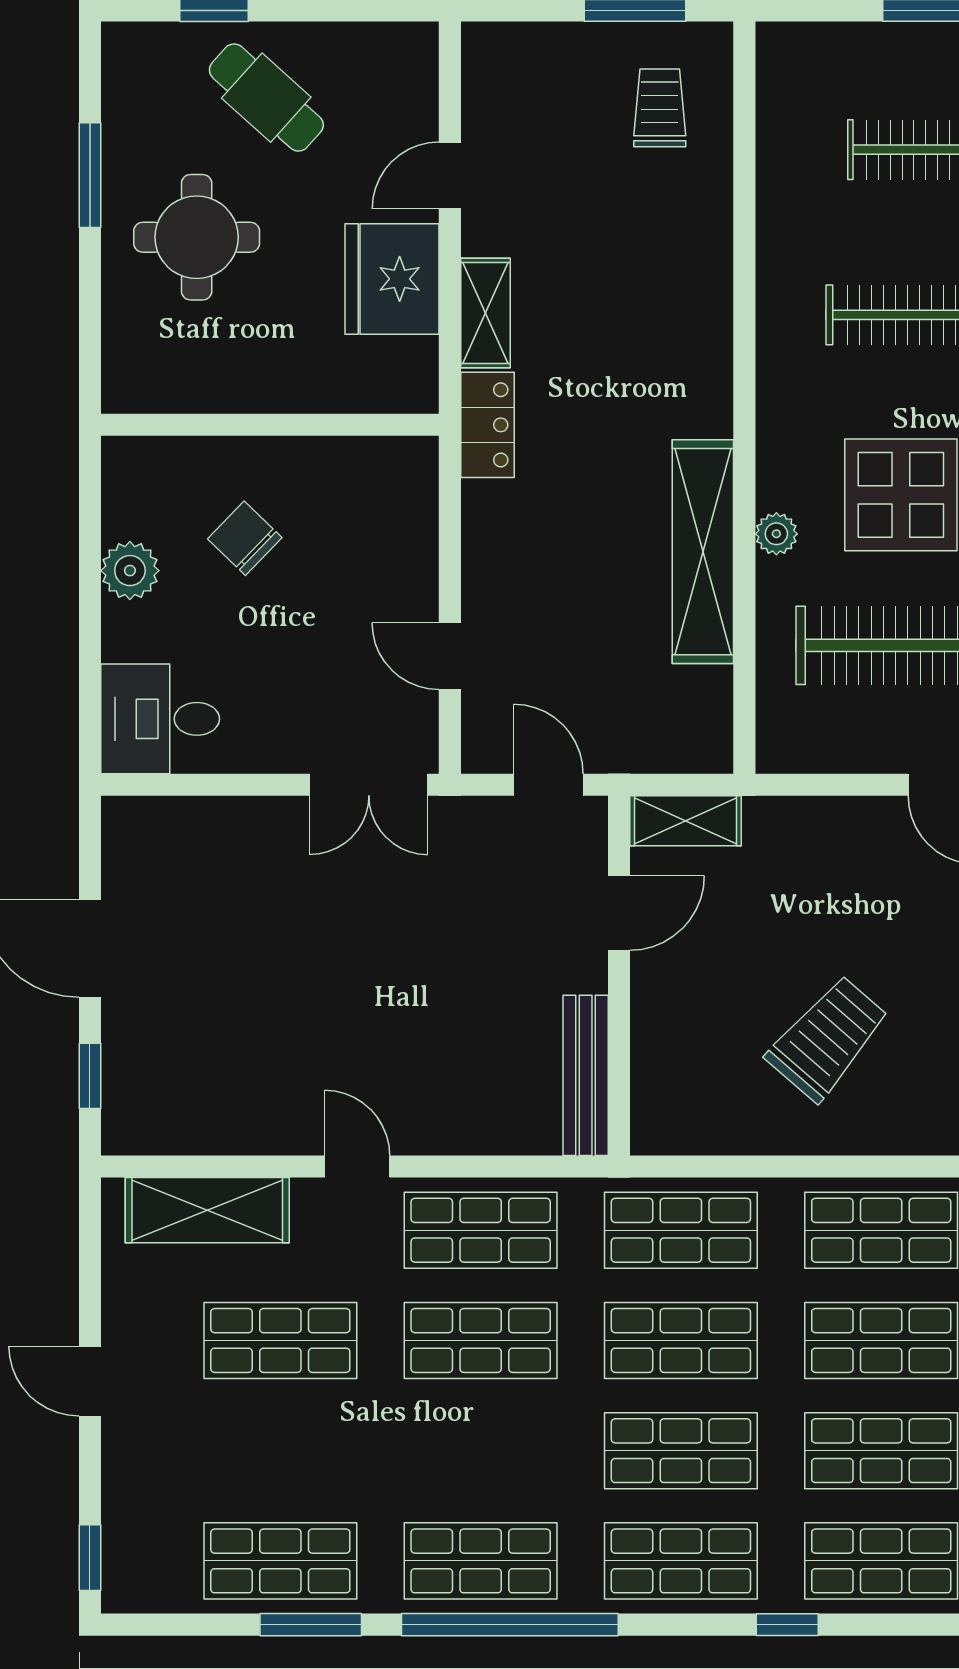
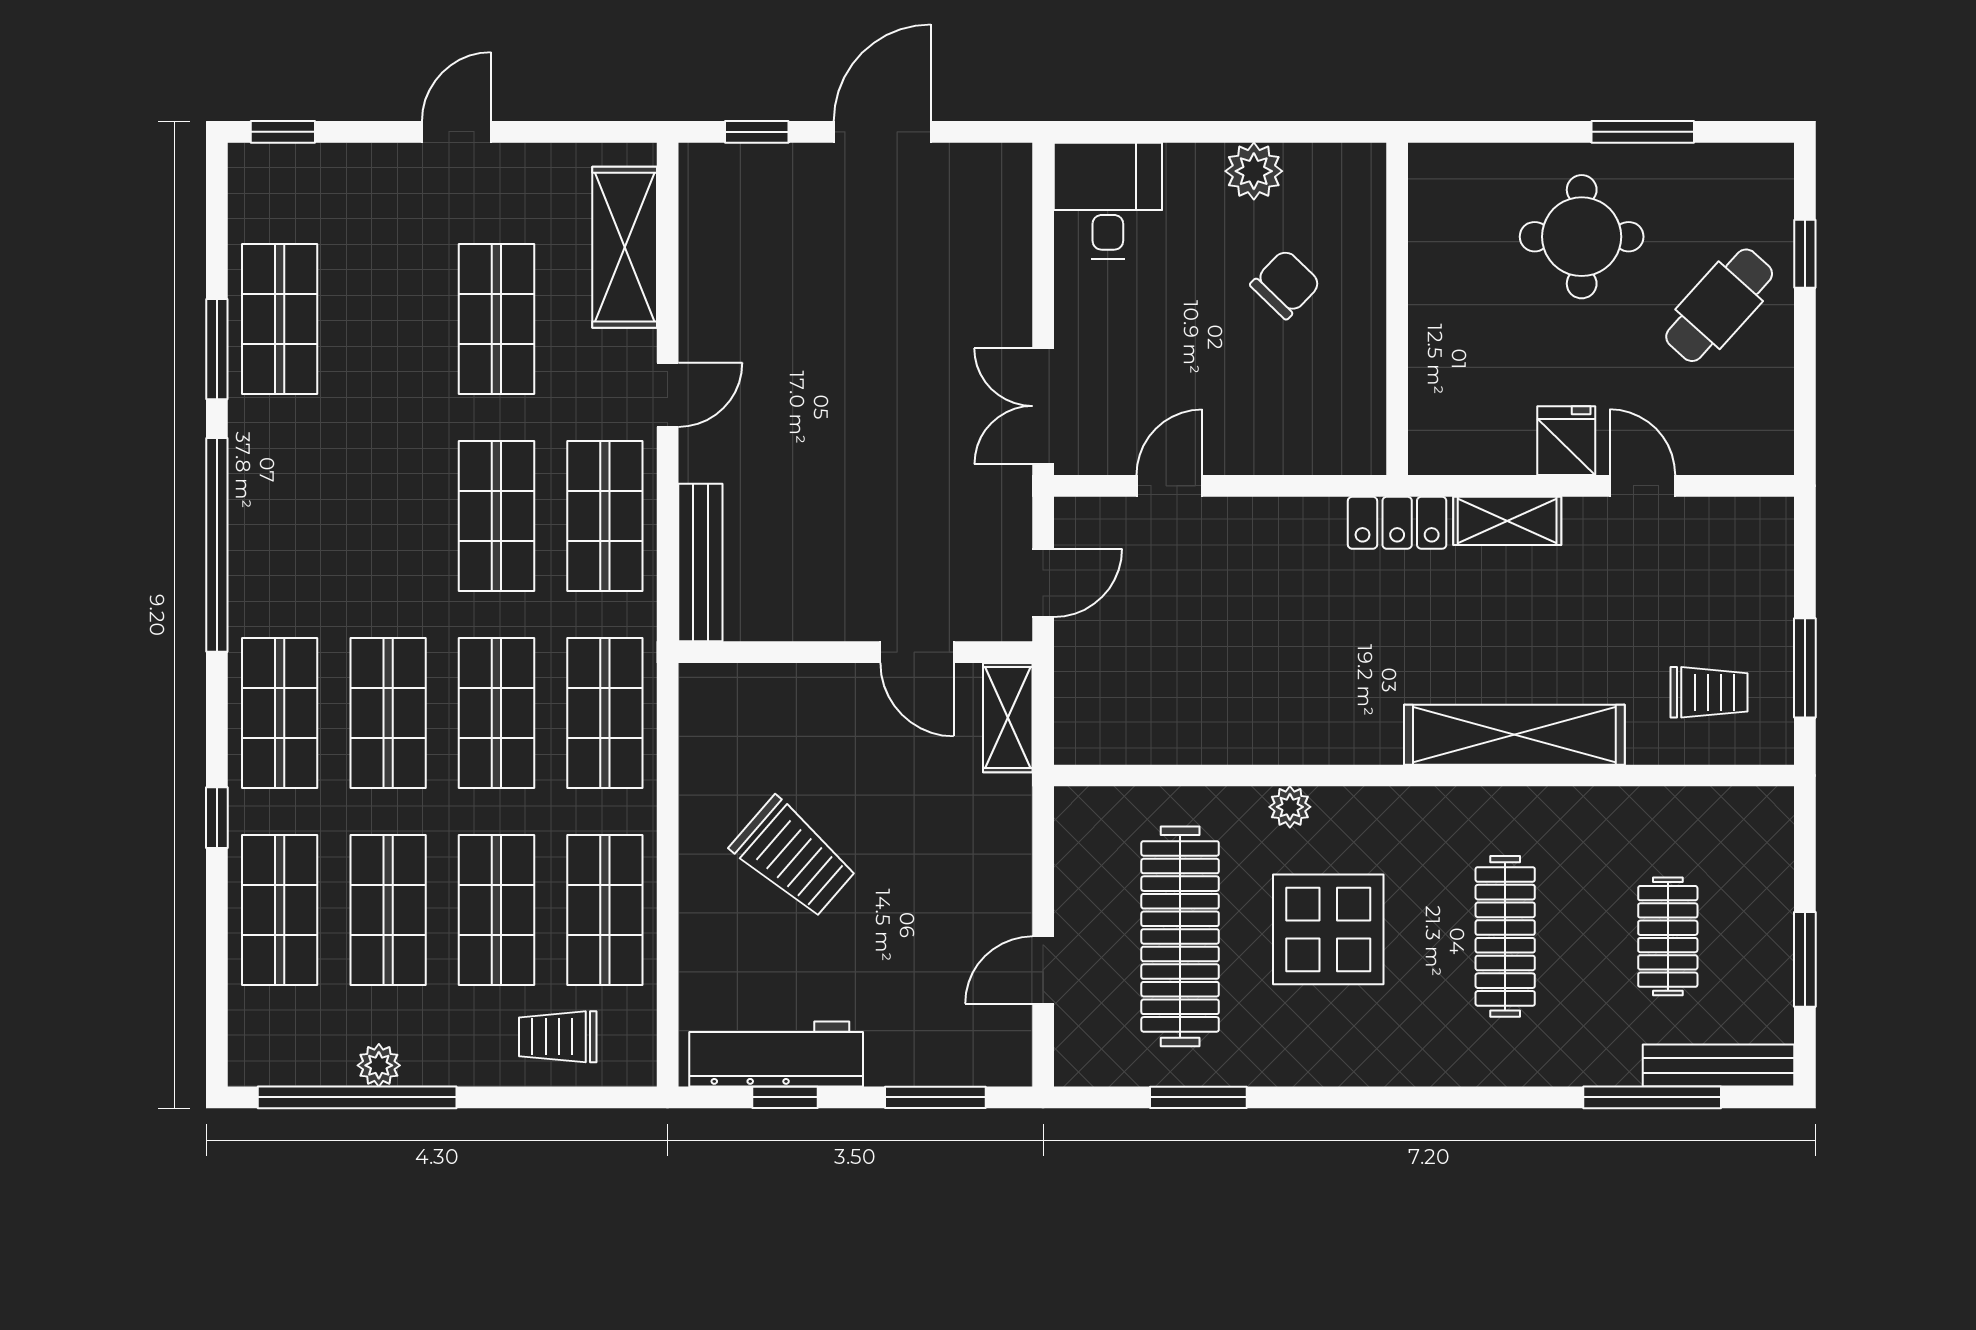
fridge: (392, 279) -> (1566, 441), width x0.53, depth x0.75
shelving: (703, 552) -> (1514, 735), moved
bench: (586, 1075) -> (700, 562), moved, turned 90
shop shelf: (481, 1561) -> (280, 516), removed

